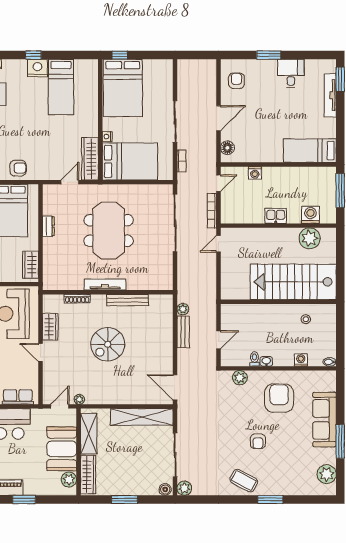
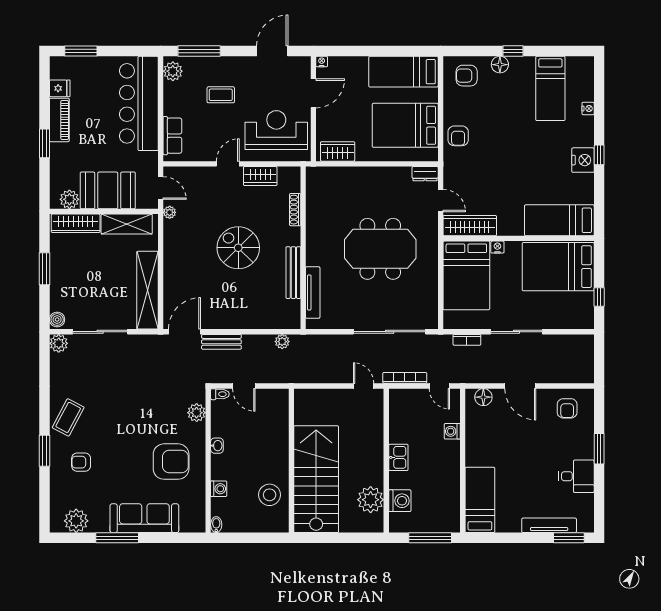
window: (120, 55) -> (599, 297), moved
armchair: (236, 81) -> (567, 408), turned 90
bed: (61, 87) -> (559, 220), moved
dresser: (48, 226) -> (425, 174), moved
tv unit: (105, 285) -> (313, 292), moved
stool: (306, 319) -> (270, 495), width x1.89, depth x1.89
bench: (183, 332) -> (221, 342), moved
toilet: (255, 359) -> (220, 394), moved
armchair: (258, 441) -> (81, 462), moved

